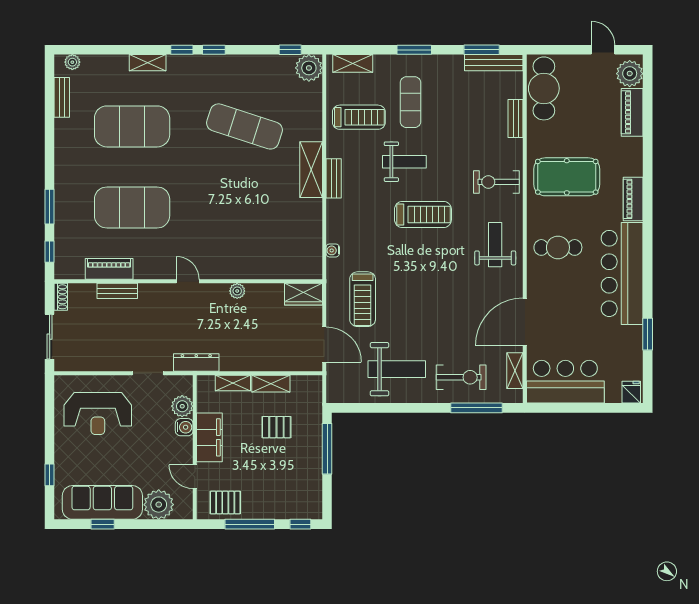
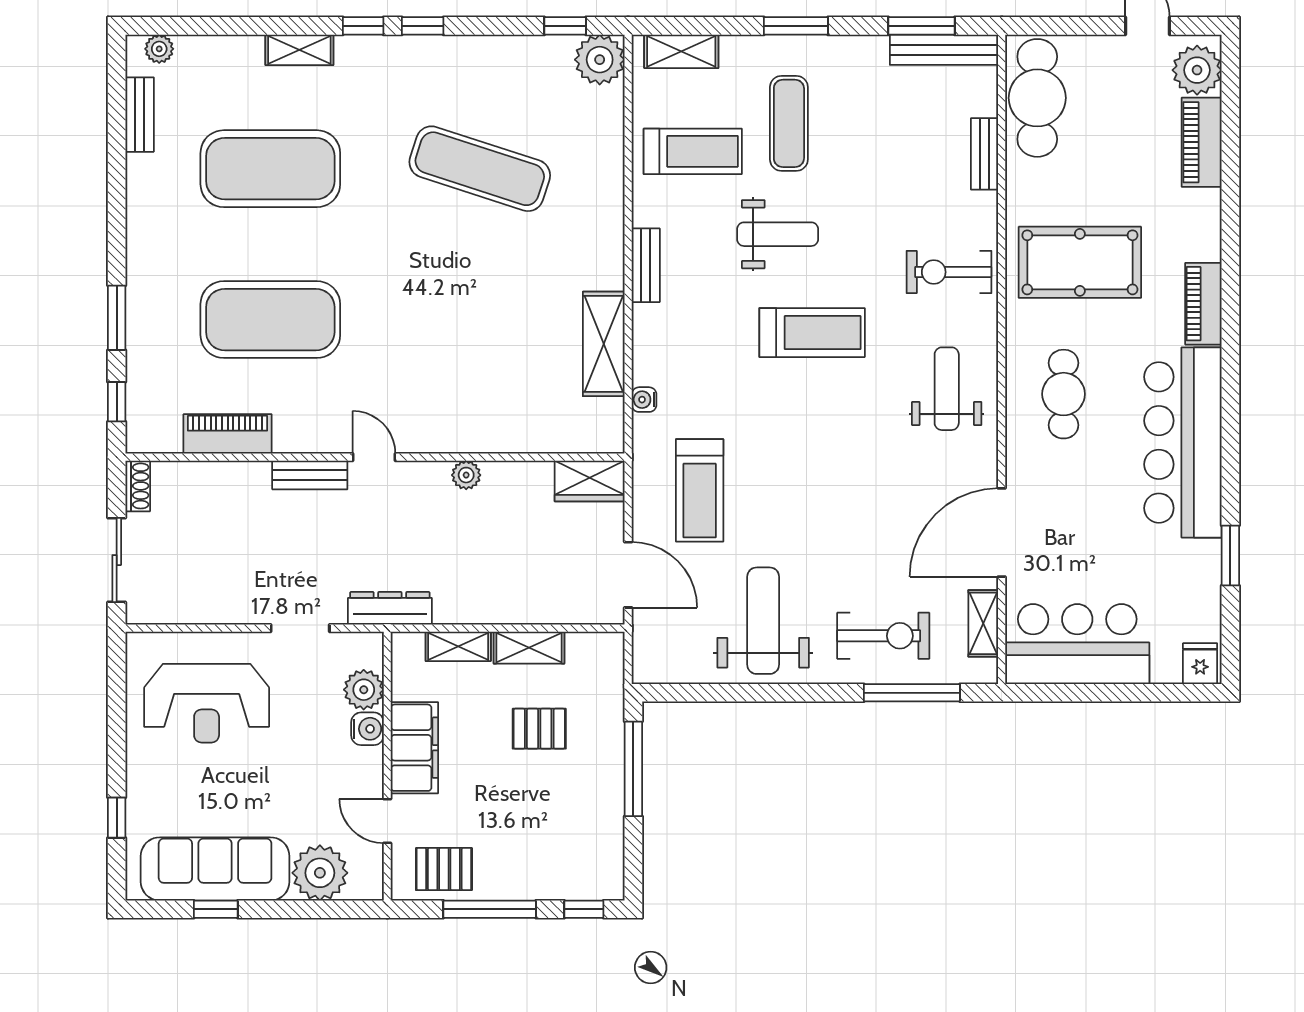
shelving: (311, 170) -> (604, 344), moved
cafe table: (558, 247) -> (1064, 394), turned 90
bench: (117, 291) -> (310, 475), moved
weight bench: (397, 369) -> (763, 621), turned -90

